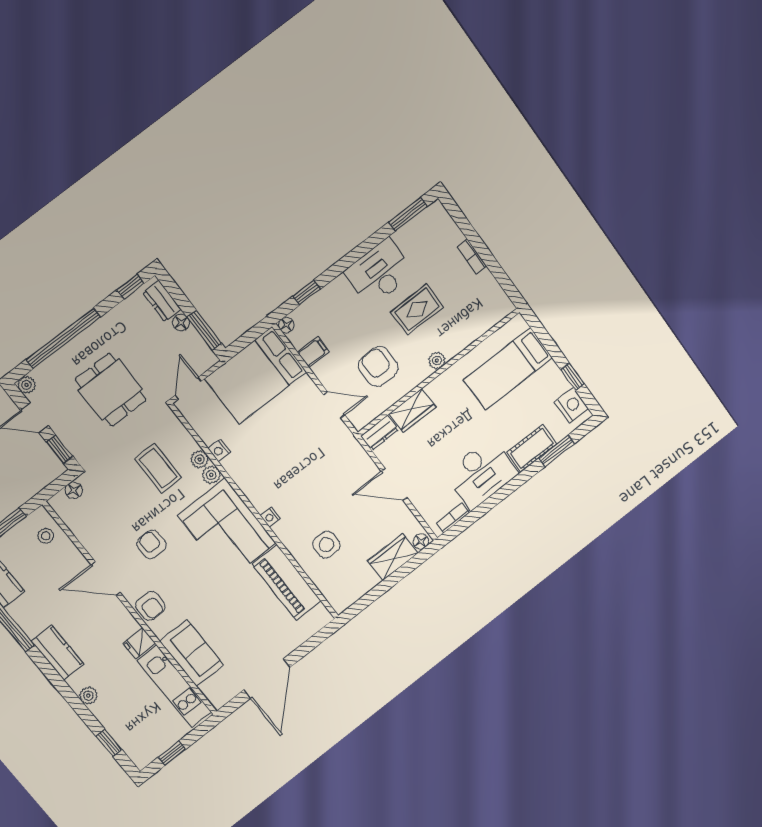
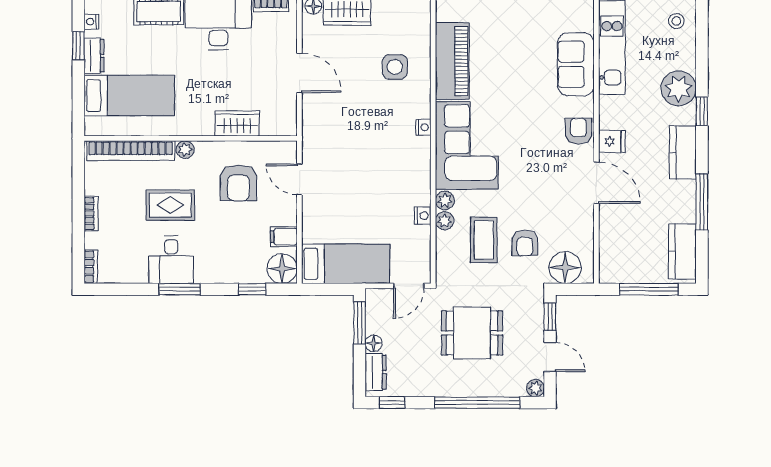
window: (408, 214) -> (180, 289), moved
bookcase: (443, 215) -> (91, 267), added
desk: (379, 273) -> (171, 260), width x0.73
floor lamp: (286, 325) -> (282, 269), width x1.89, depth x1.89
bookcase: (477, 328) -> (131, 151), added
bed: (256, 375) -> (346, 264), width x0.67
dining table: (111, 390) -> (472, 333), turned 90
nightstand: (571, 405) -> (91, 22), width x0.53, depth x0.56
dresser: (380, 433) -> (94, 56), moved, turned 90
floor lamp: (74, 490) -> (565, 268), width x1.89, depth x1.89
stool: (46, 536) -> (676, 21), moved
armchair: (152, 544) -> (525, 243), moved
fridge: (139, 643) -> (612, 141), moved
plant: (88, 696) -> (679, 88), width x1.87, depth x1.87
window: (109, 743) -> (702, 111), moved

